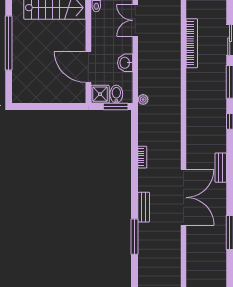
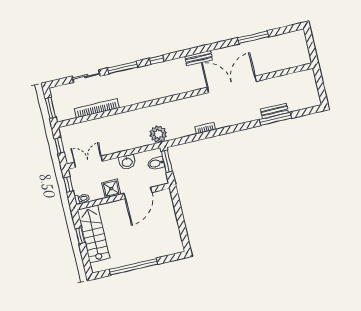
double door: (135, 20) -> (88, 162), swing flipped
shower: (100, 94) -> (111, 189), moved
plant: (143, 99) -> (158, 134), width x1.88, depth x1.88
bench: (144, 207) -> (274, 111), moved

